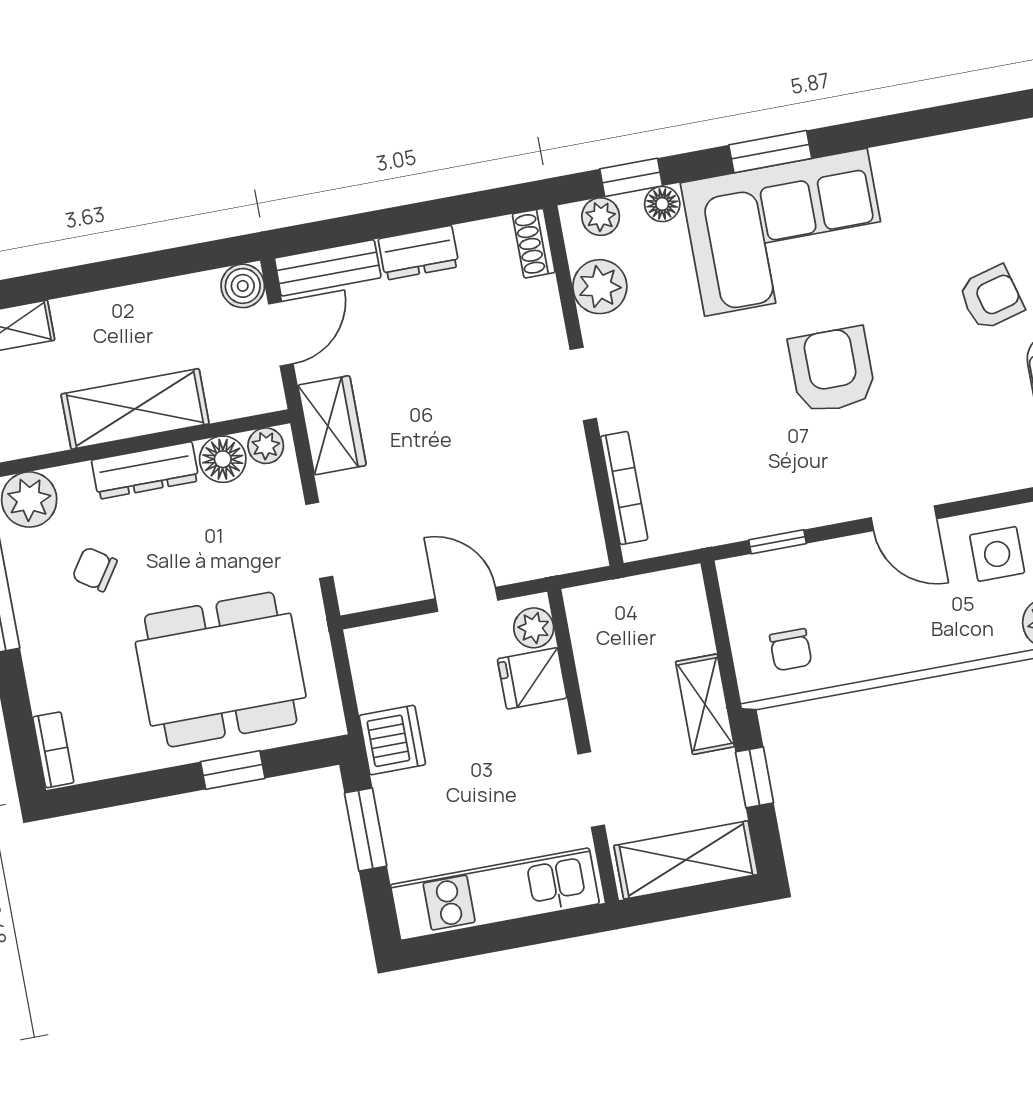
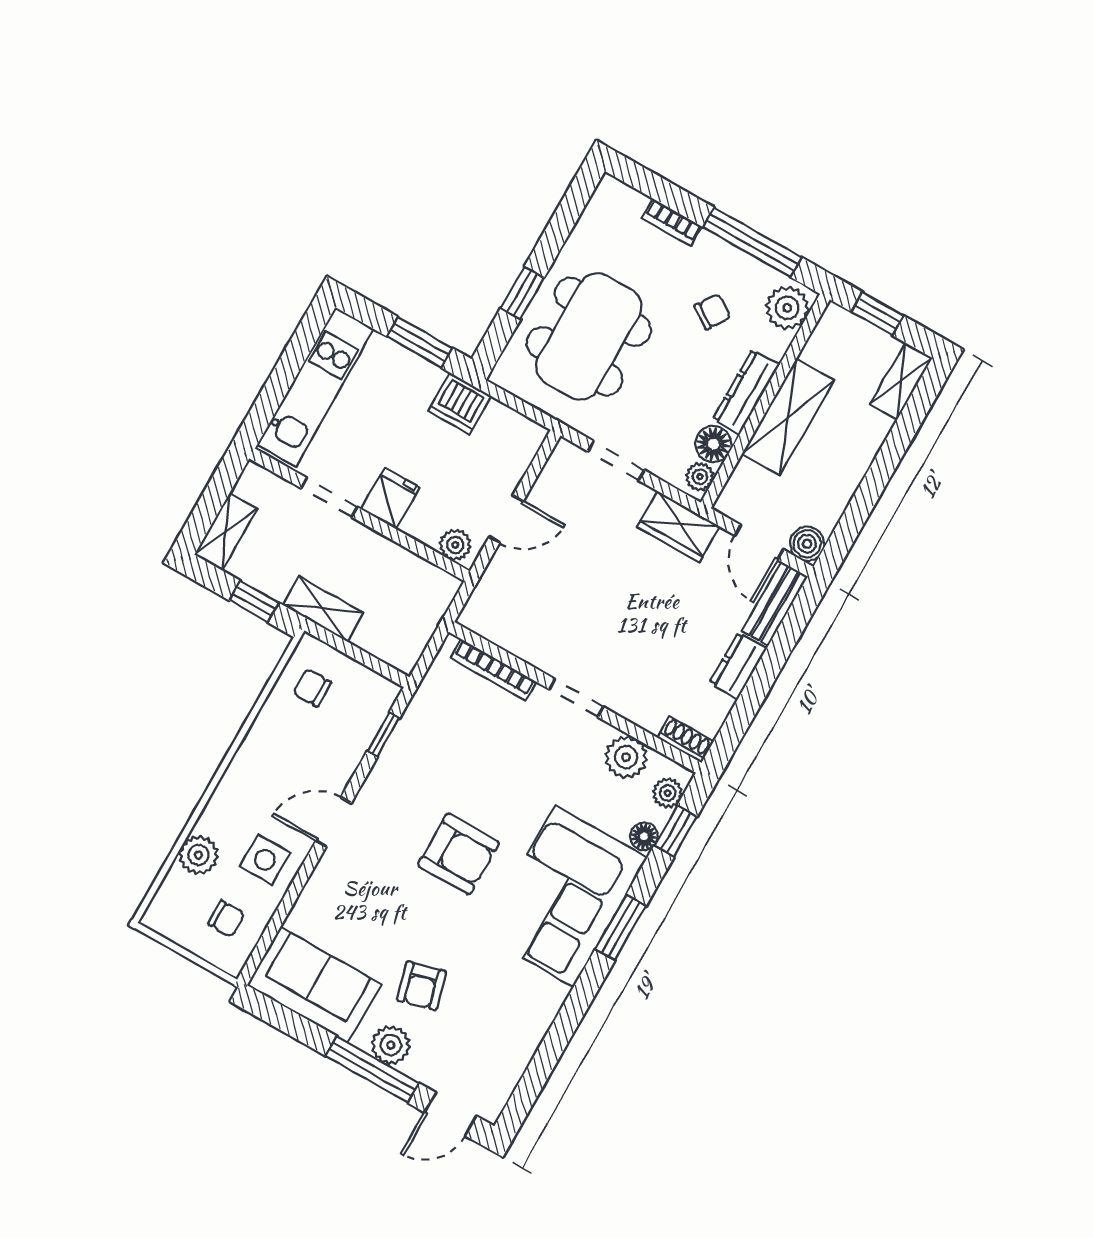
fridge: (532, 678) -> (390, 498), moved
bookcase: (53, 750) -> (672, 222), moved
shelving: (686, 860) -> (226, 532), width x0.67, depth x0.75

